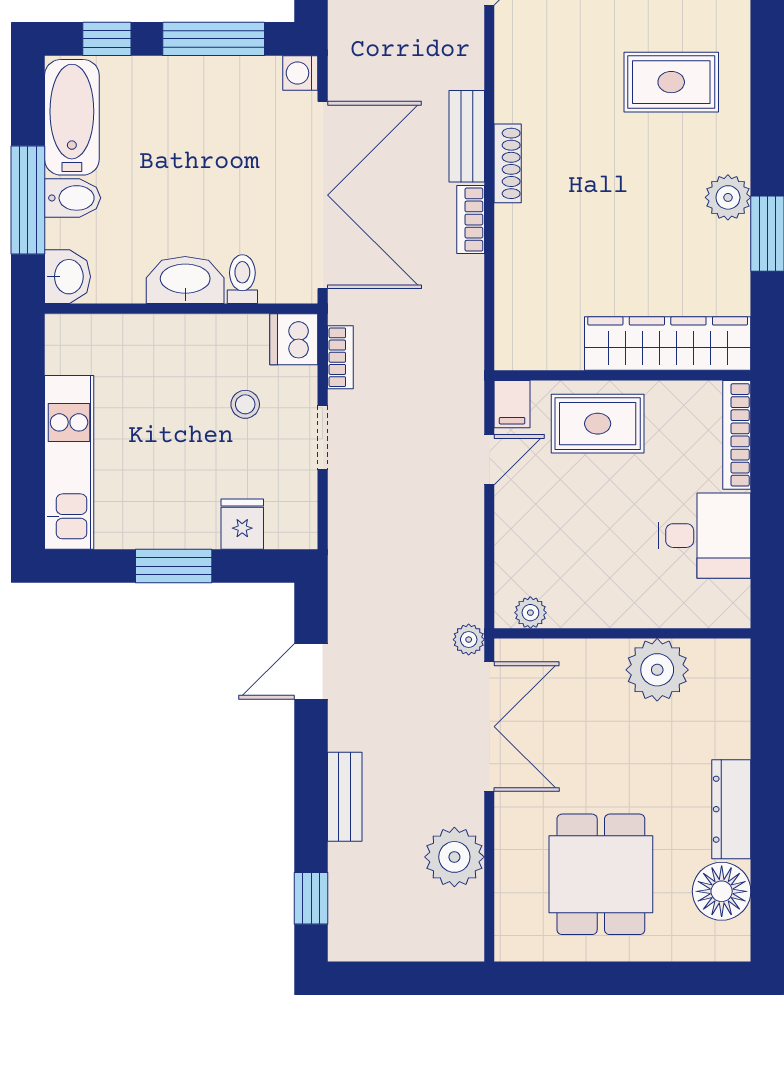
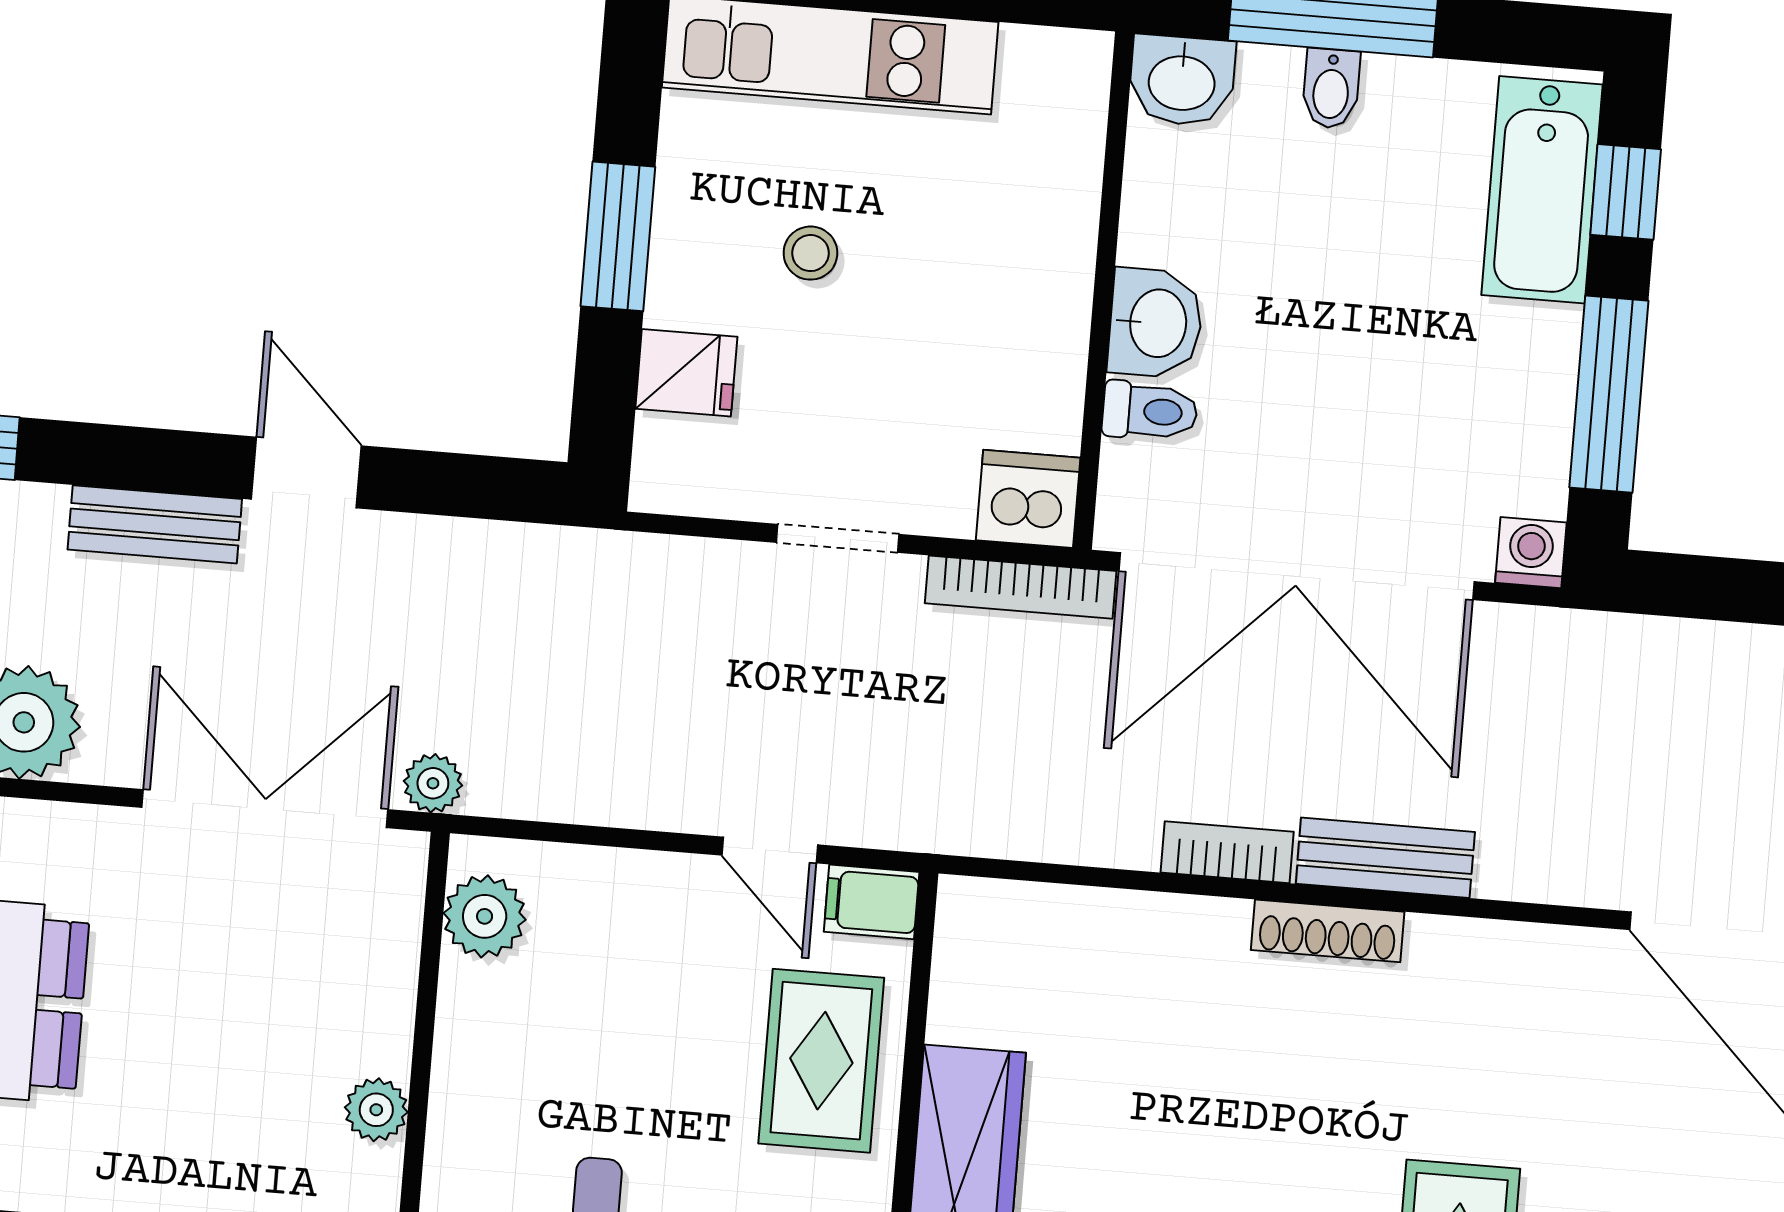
bathtub: (72, 117) -> (1542, 190), moved, turned 90
bidet: (73, 198) -> (1331, 89), width x0.72, depth x0.74
washbasin: (185, 280) -> (1155, 323), width x0.72
bookcase: (340, 357) -> (1021, 587), width x1.56
stool: (245, 404) -> (810, 253), moved
plant: (530, 613) -> (485, 916), width x1.38, depth x1.38
plant: (657, 670) -> (376, 1110), width x0.53, depth x0.53
door: (311, 671) -> (306, 473), moved
double door: (489, 727) -> (265, 809), swing flipped

